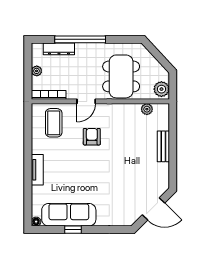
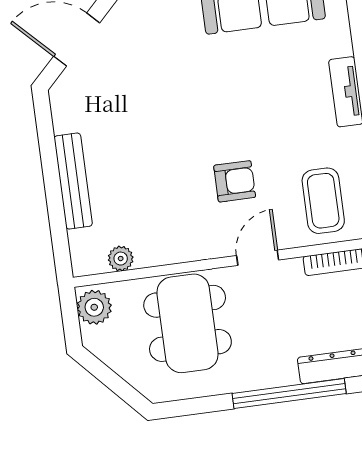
armchair: (92, 137) -> (235, 181), turned -90
bench: (163, 146) -> (73, 181), width x1.36

